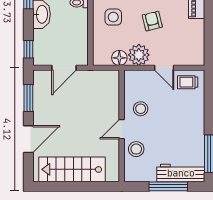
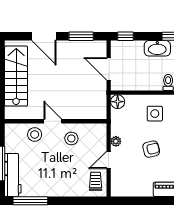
plant: (139, 55) -> (116, 141), width x0.53, depth x0.53
floor lamp: (119, 58) -> (118, 102), moved

